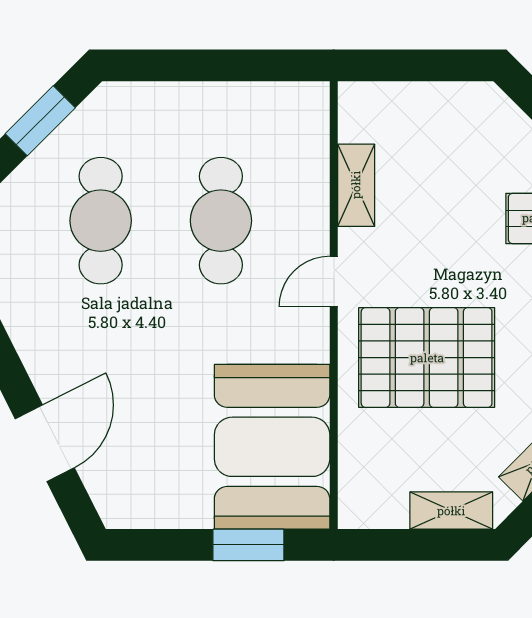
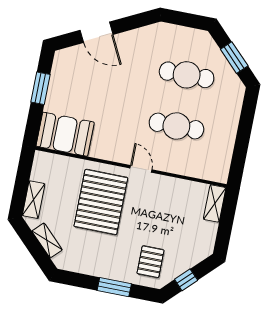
shelving: (356, 185) -> (215, 203), moved, turned 90
booth: (272, 447) -> (65, 134), width x0.73, depth x0.70
window: (248, 545) -> (40, 88), moved

